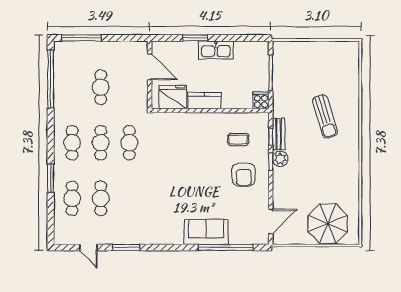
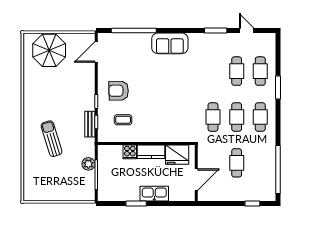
window: (82, 38) -> (252, 203), width x0.46
window: (195, 38) -> (136, 203), moved
kitchen sink: (216, 50) -> (154, 194), moved
door: (150, 67) -> (196, 180), swing flipped
cooker: (261, 100) -> (130, 152), moved
plant: (280, 159) -> (88, 164), moved
armchair: (244, 175) -> (119, 91), turned -91
sofa: (206, 232) -> (170, 43), moved

